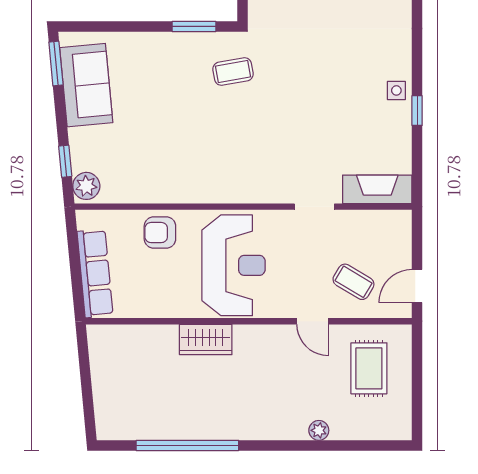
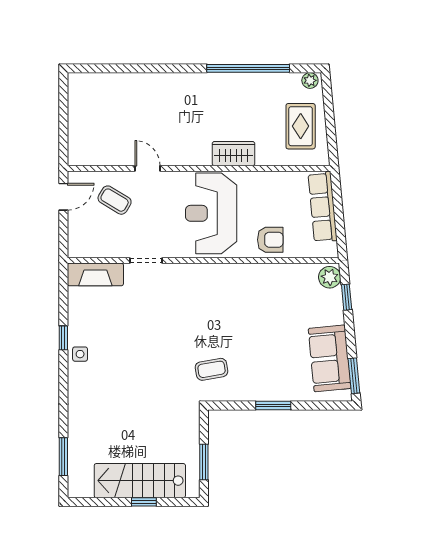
window: (194, 26) -> (273, 406), moved
rug: (369, 368) -> (301, 126), moved
plant: (319, 430) -> (310, 80), moved

